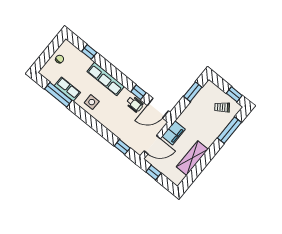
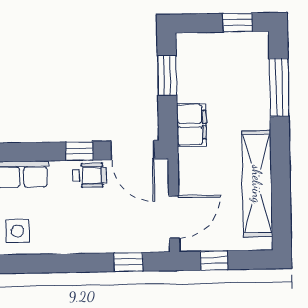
trolley: (222, 107) -> (236, 60), removed
door: (158, 108) -> (133, 150), hinge flipped
filing cabinet: (174, 133) -> (192, 125), moved
shelving: (192, 158) -> (257, 184), width x1.47

